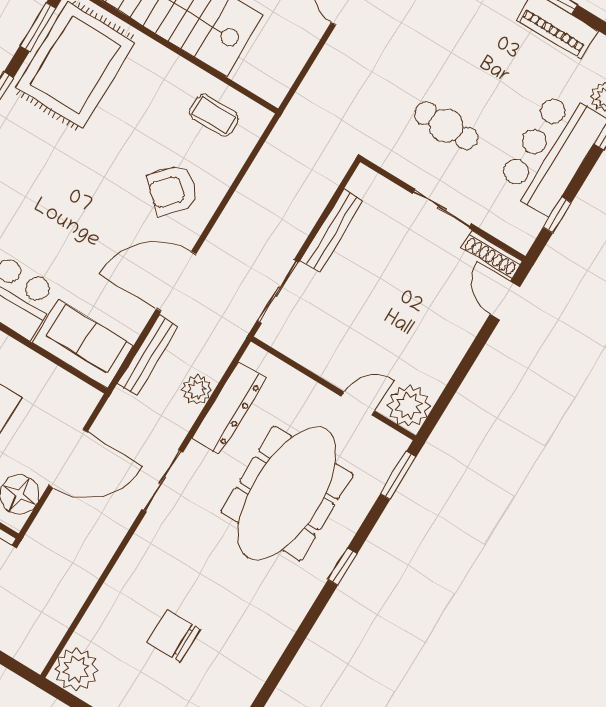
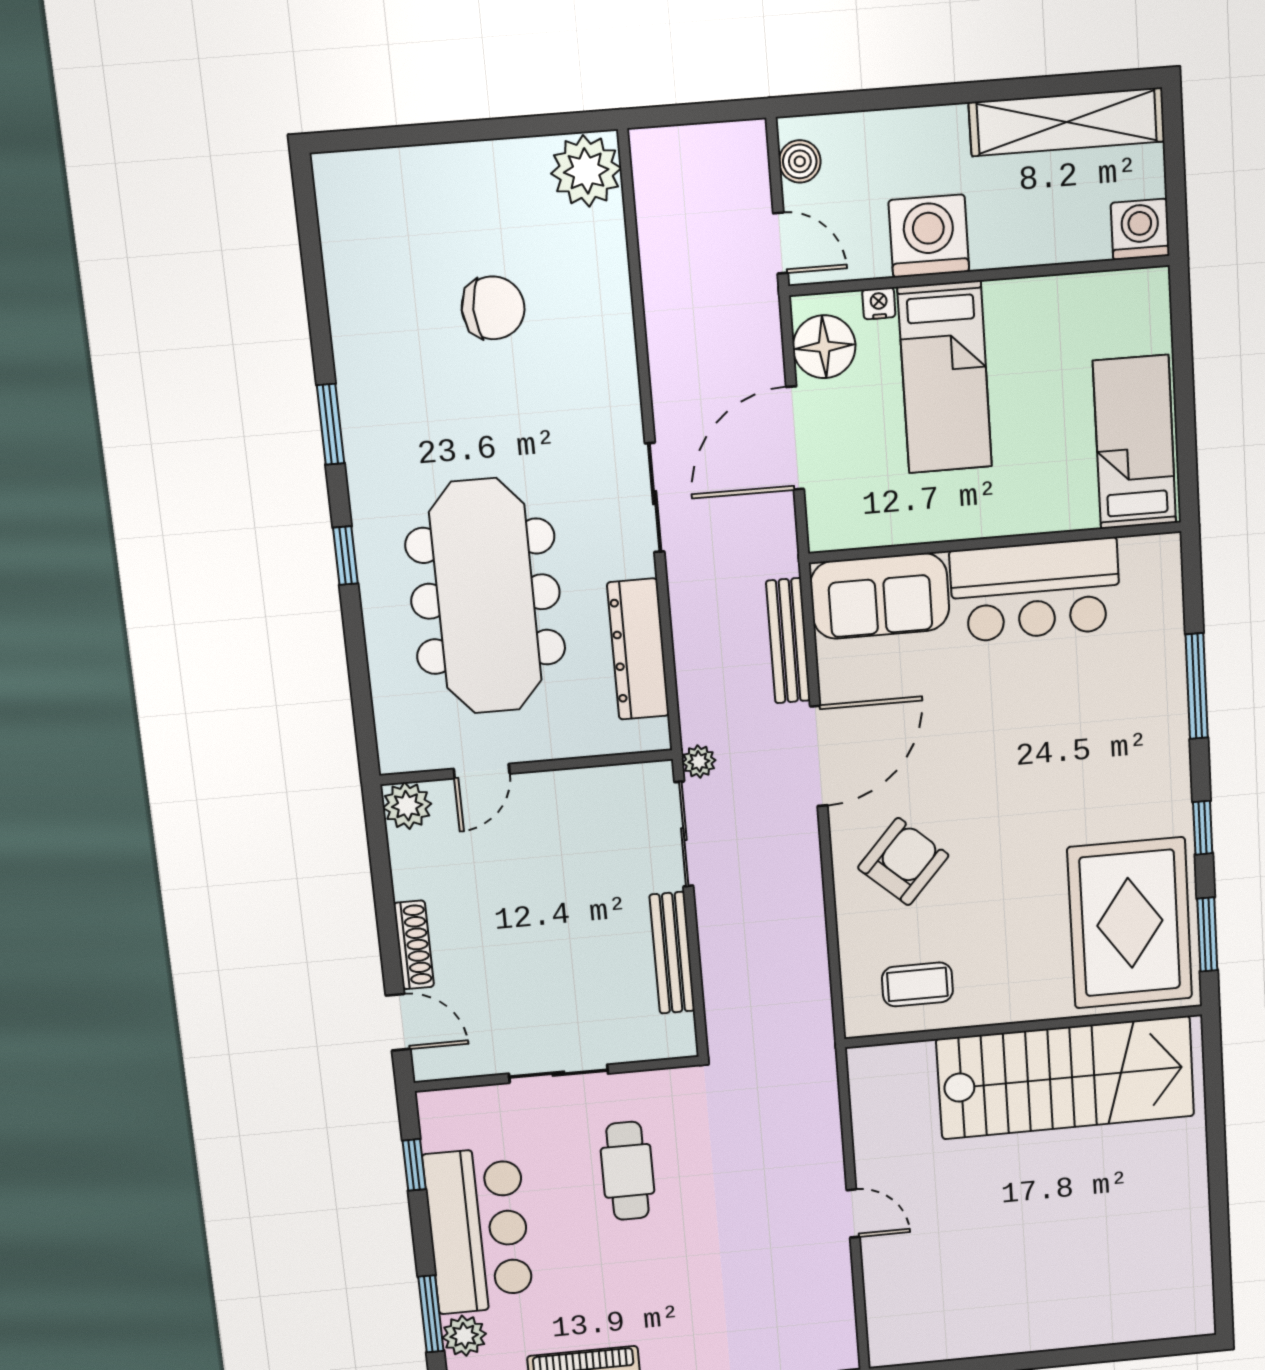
cafe table: (446, 126) -> (628, 1171), turned 90
shoe rack: (492, 254) -> (414, 945), moved, turned 90
plant: (197, 390) -> (699, 761), moved, width x0.73, depth x0.73
plant: (409, 406) -> (407, 806), width x0.73, depth x0.73
window: (398, 475) -> (331, 424), moved

